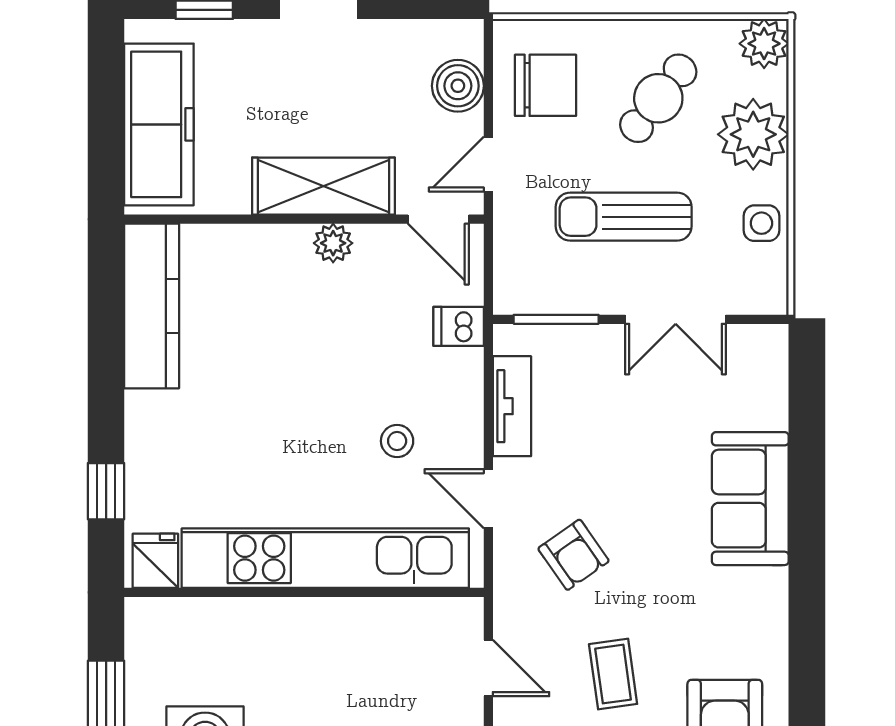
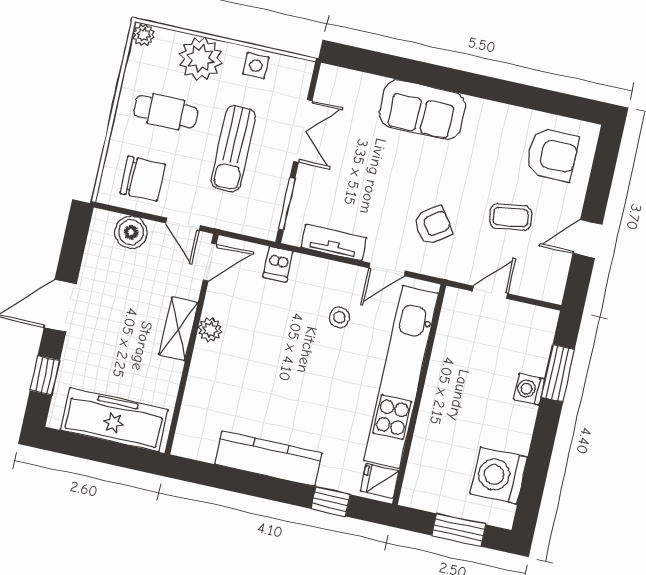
plant: (764, 44) -> (143, 35), width x0.73, depth x0.73
chair: (546, 85) -> (143, 179), turned 90
cafe table: (658, 98) -> (166, 112), turned -38
shelving: (323, 186) -> (178, 329), width x0.67, depth x0.75
kitchen counter: (152, 306) -> (268, 459), moved

